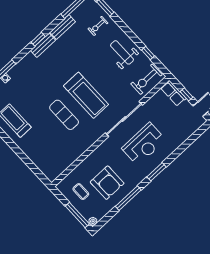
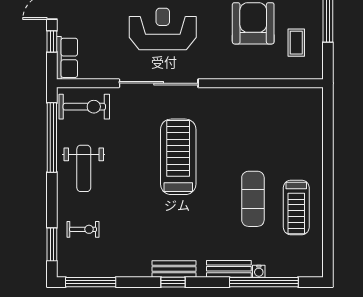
bench: (63, 27) -> (229, 269), moved
window: (148, 53) -> (52, 138), width x3.17
exercise mat: (64, 115) -> (253, 199), moved

